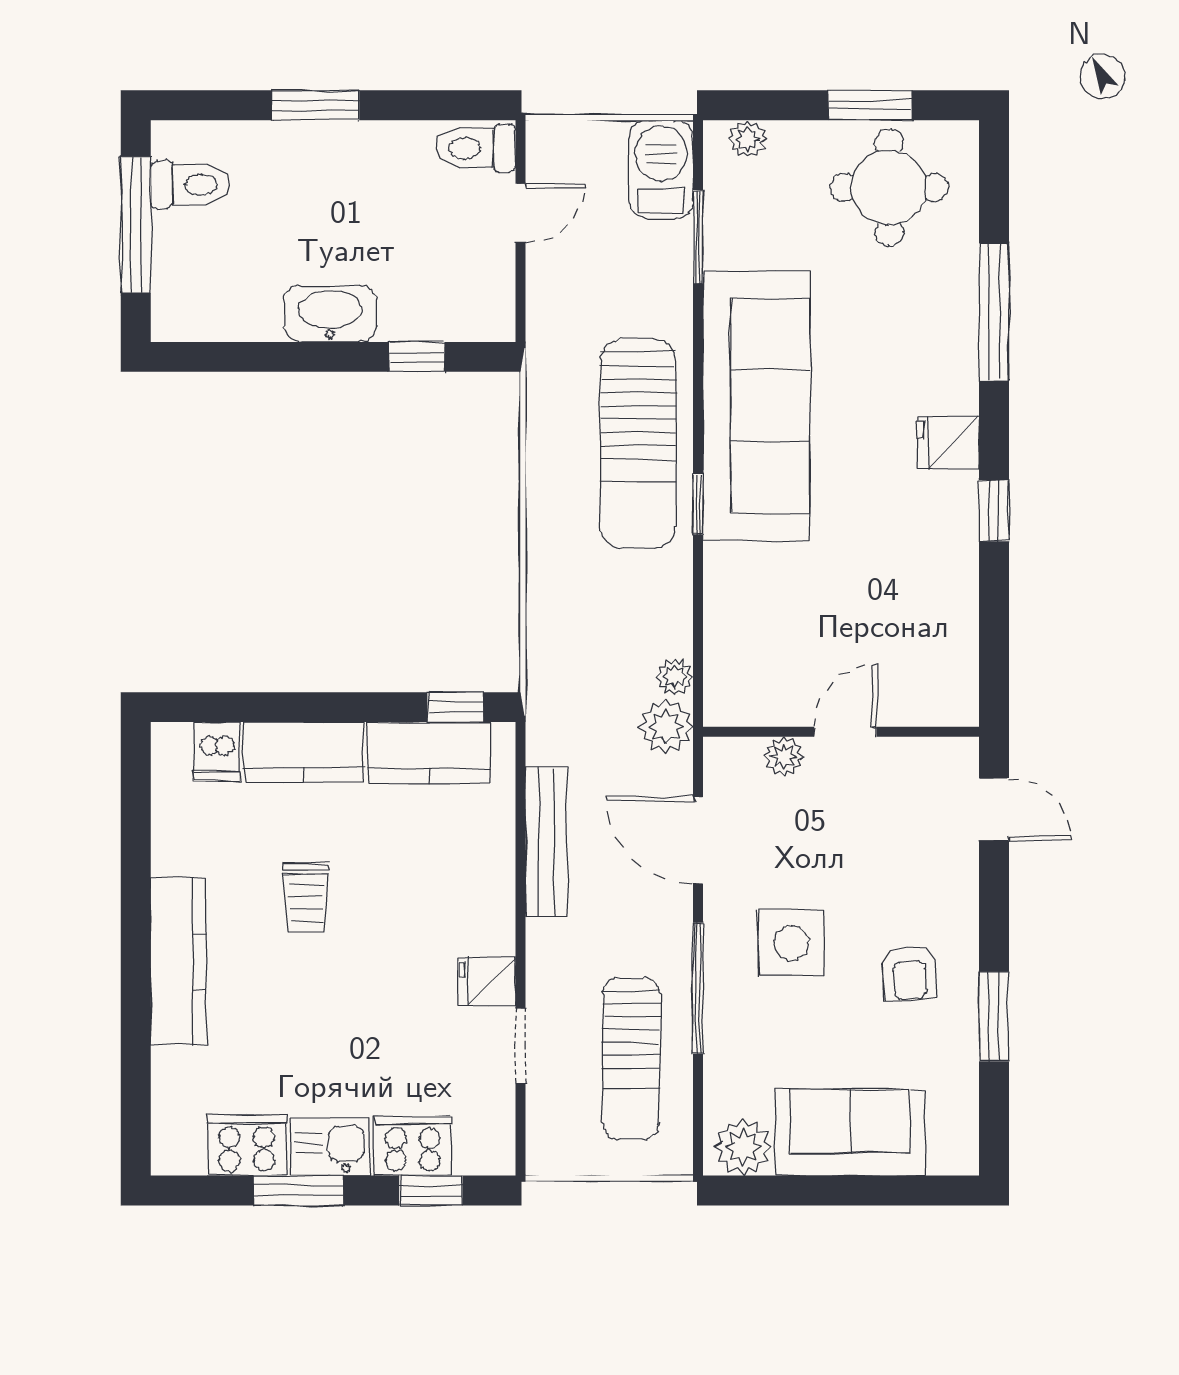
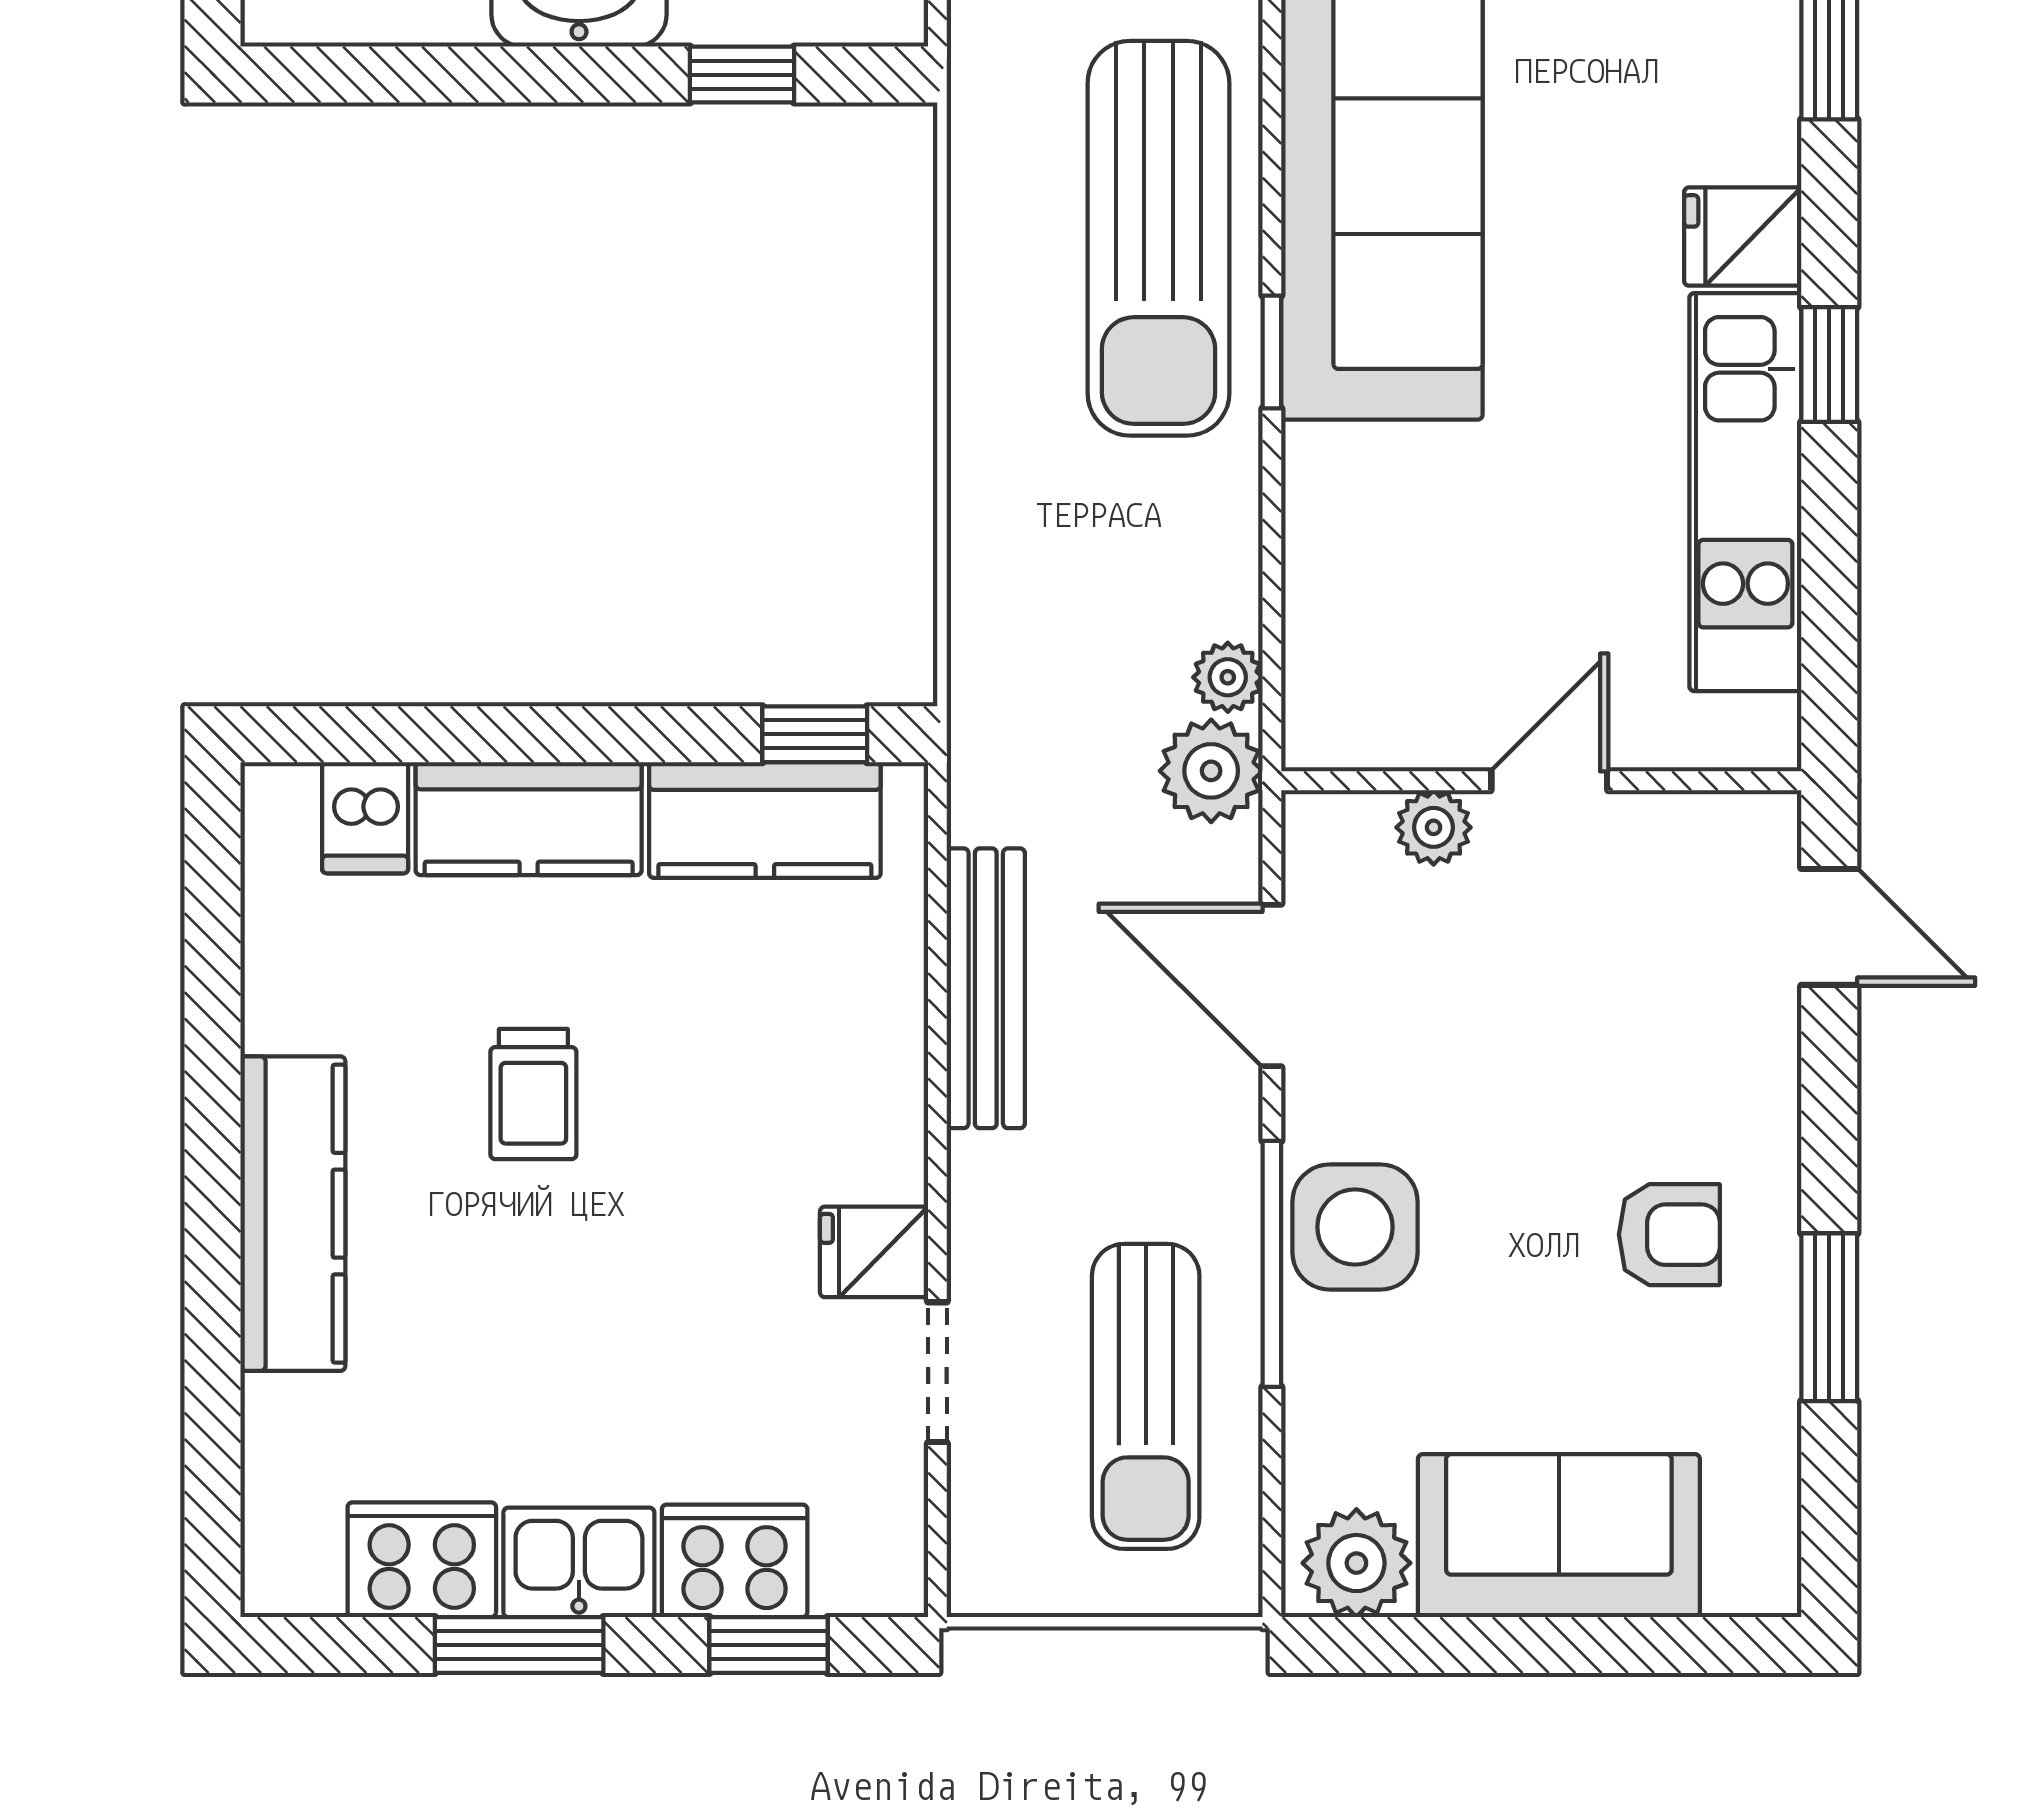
kitchen unit: (949, 579) -> (1745, 492), added
side table: (791, 943) -> (1355, 1227), moved
armchair: (909, 973) -> (1669, 1235), turned -86

